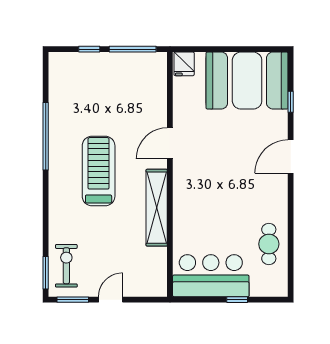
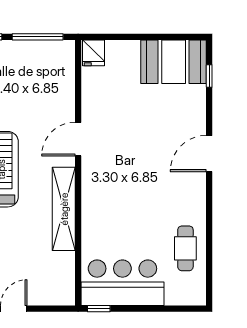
booth: (247, 81) -> (174, 62), width x0.73, depth x0.70
window: (291, 102) -> (209, 76), moved
window: (237, 300) -> (99, 309), moved

